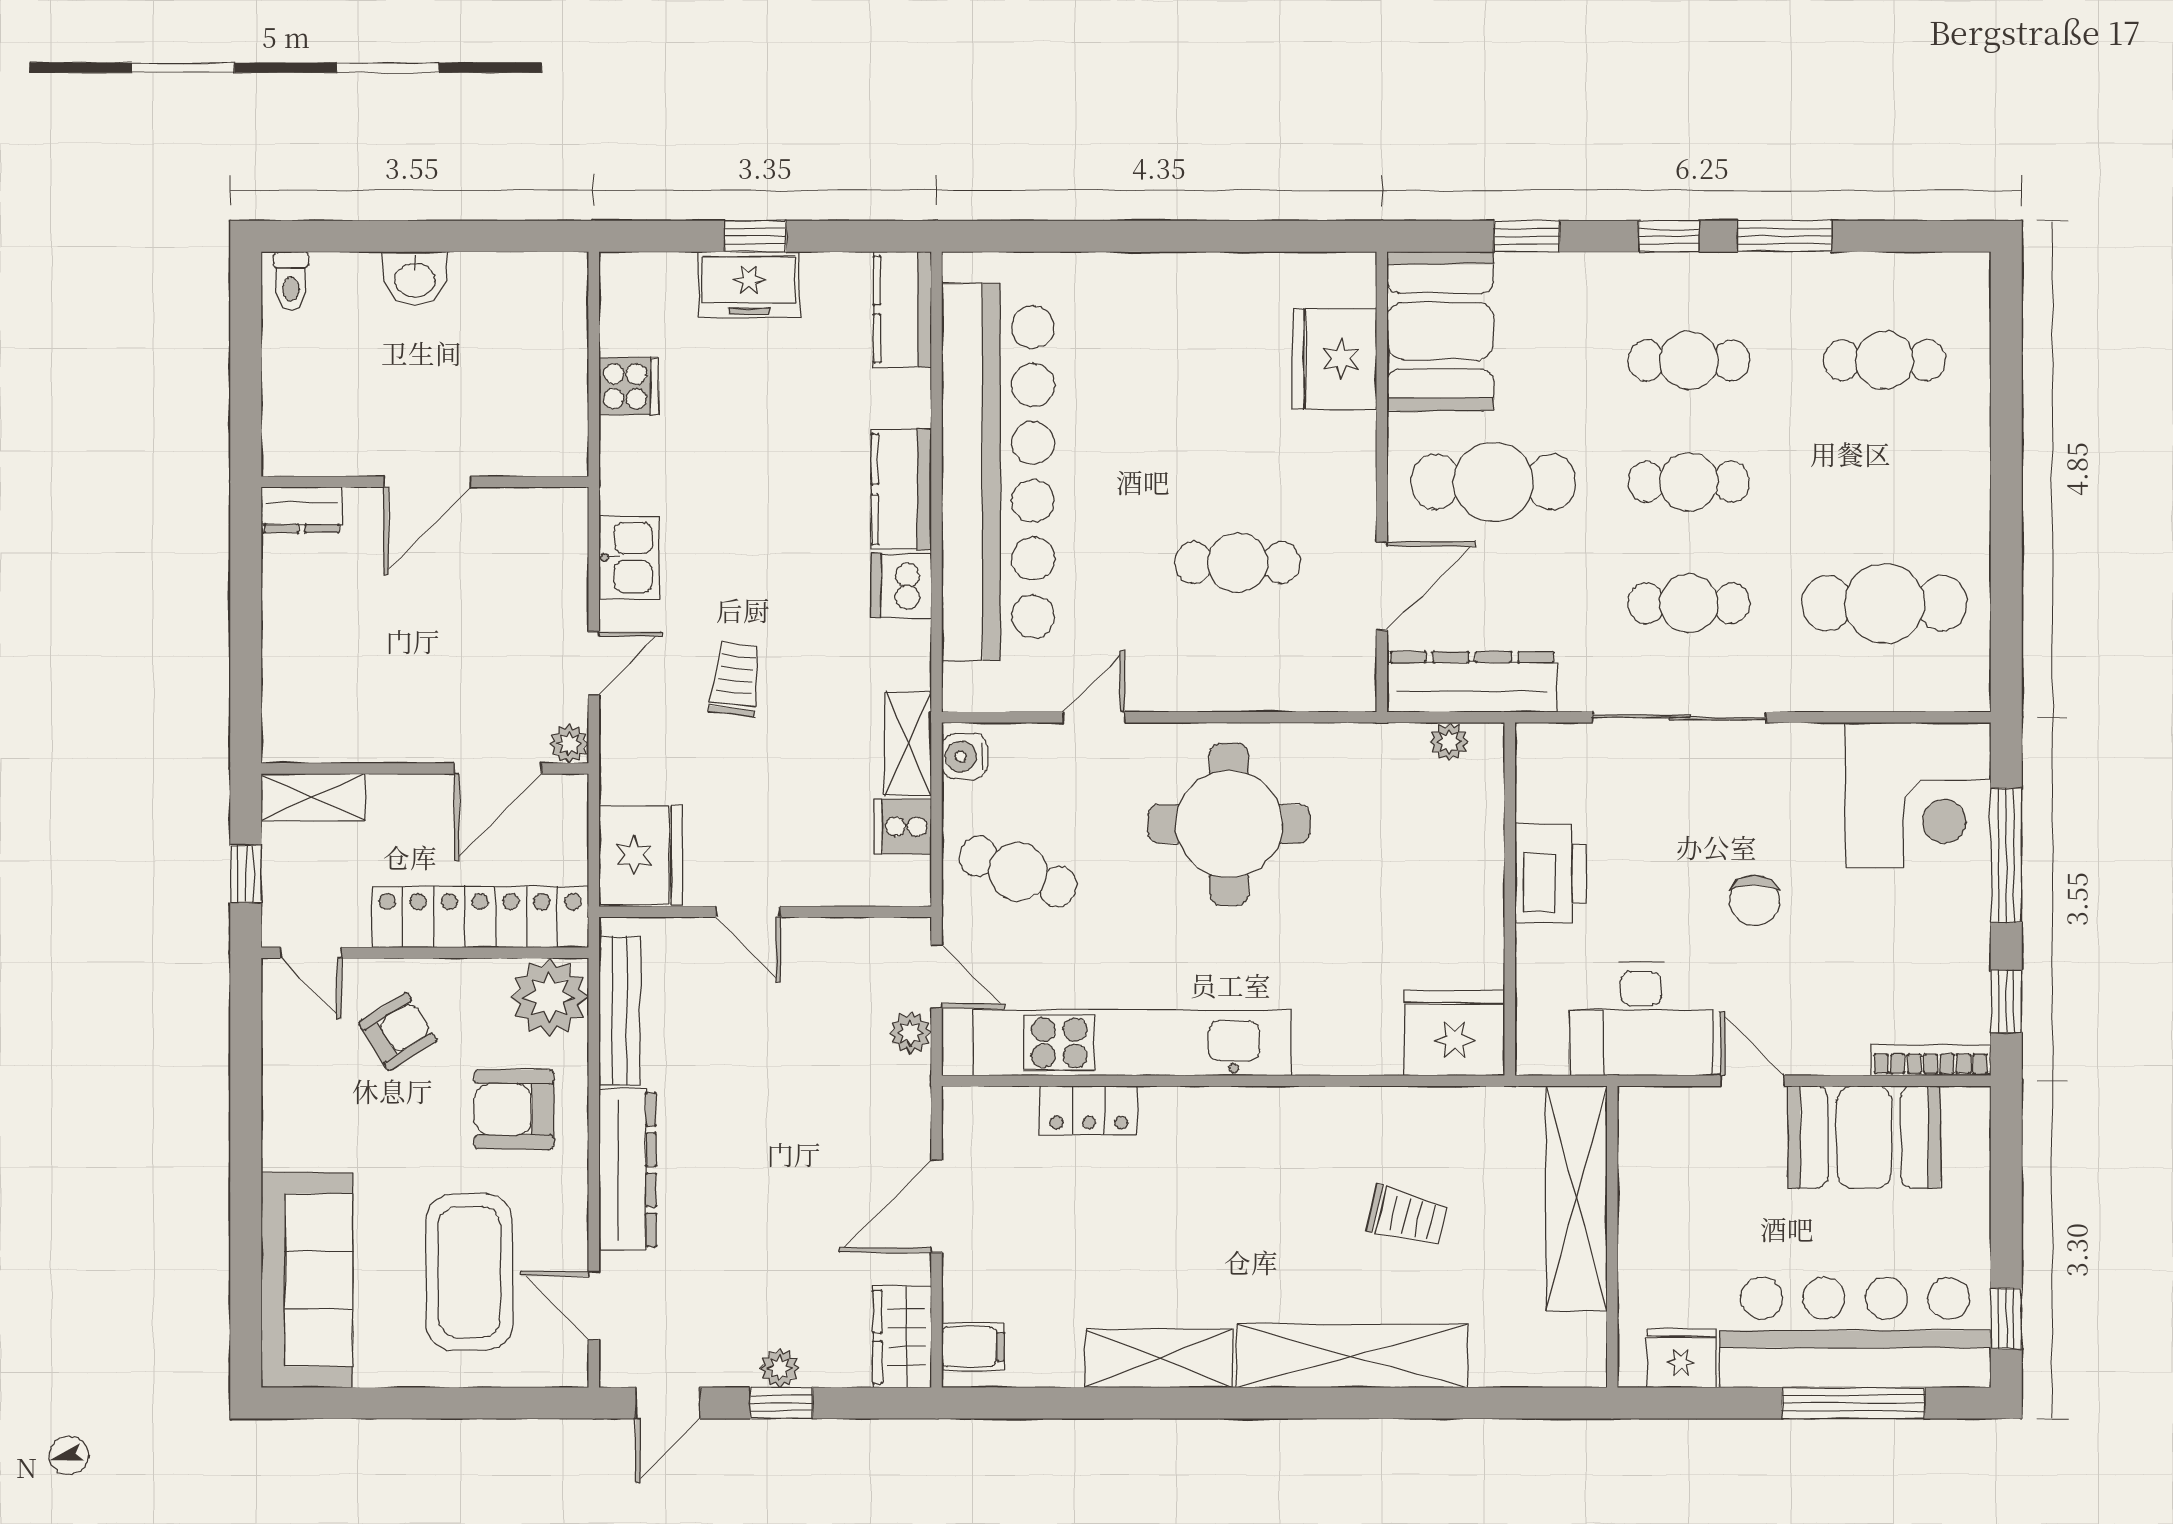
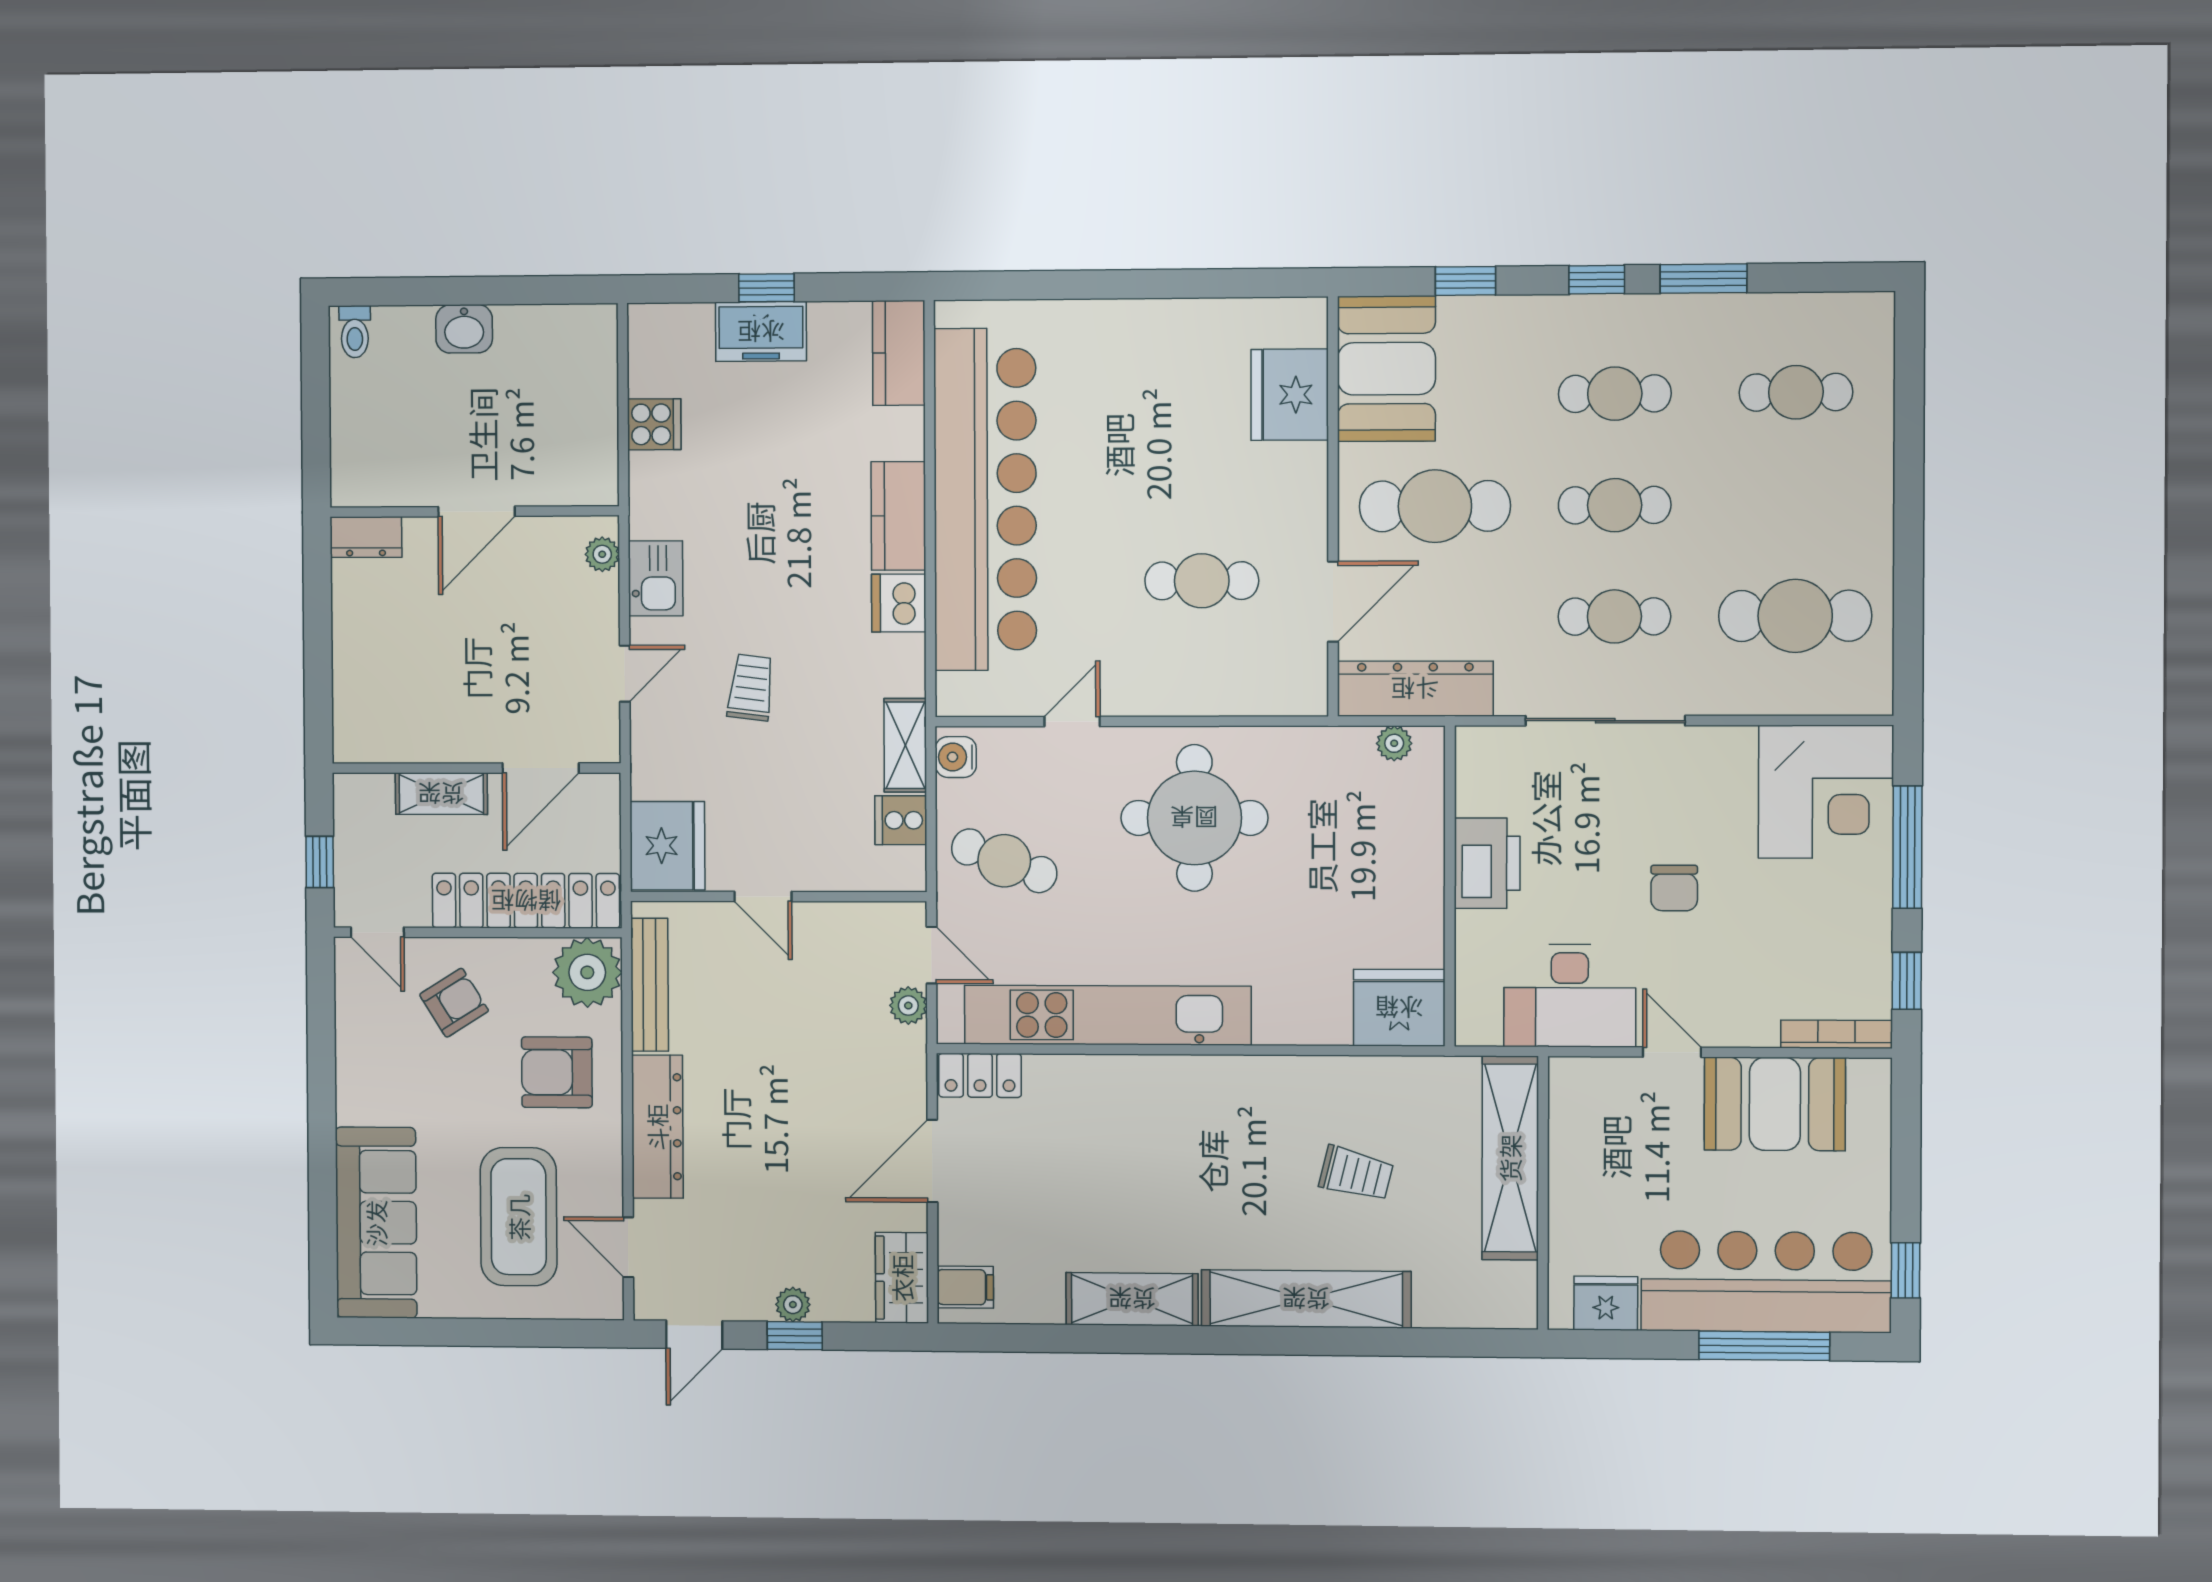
plant: (569, 744) -> (602, 554), moved
shelving: (313, 797) -> (441, 794), moved
locker: (1089, 1110) -> (980, 1075), moved

